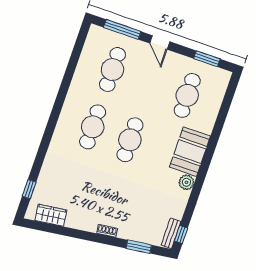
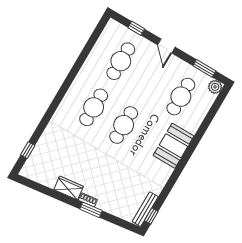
window: (122, 29) -> (136, 28), width x0.46
plant: (186, 182) -> (215, 87), moved
wardrobe: (51, 215) -> (69, 188), moved
bench: (171, 233) -> (145, 209), width x1.36
window: (139, 247) -> (91, 210), moved

